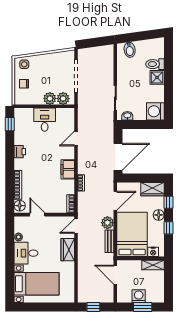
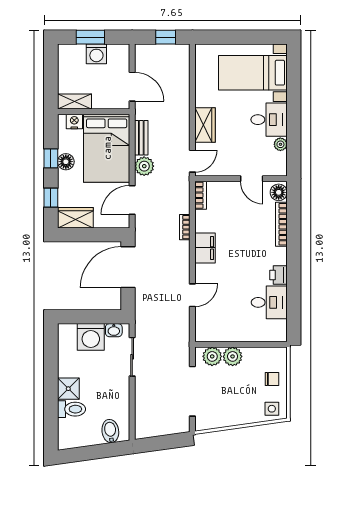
washing machine: (155, 111) -> (91, 337), moved, turned 90
desk: (45, 120) -> (269, 302), moved, turned -90
window: (10, 124) -> (294, 317), removed
floor lamp: (159, 215) -> (66, 162), moved

